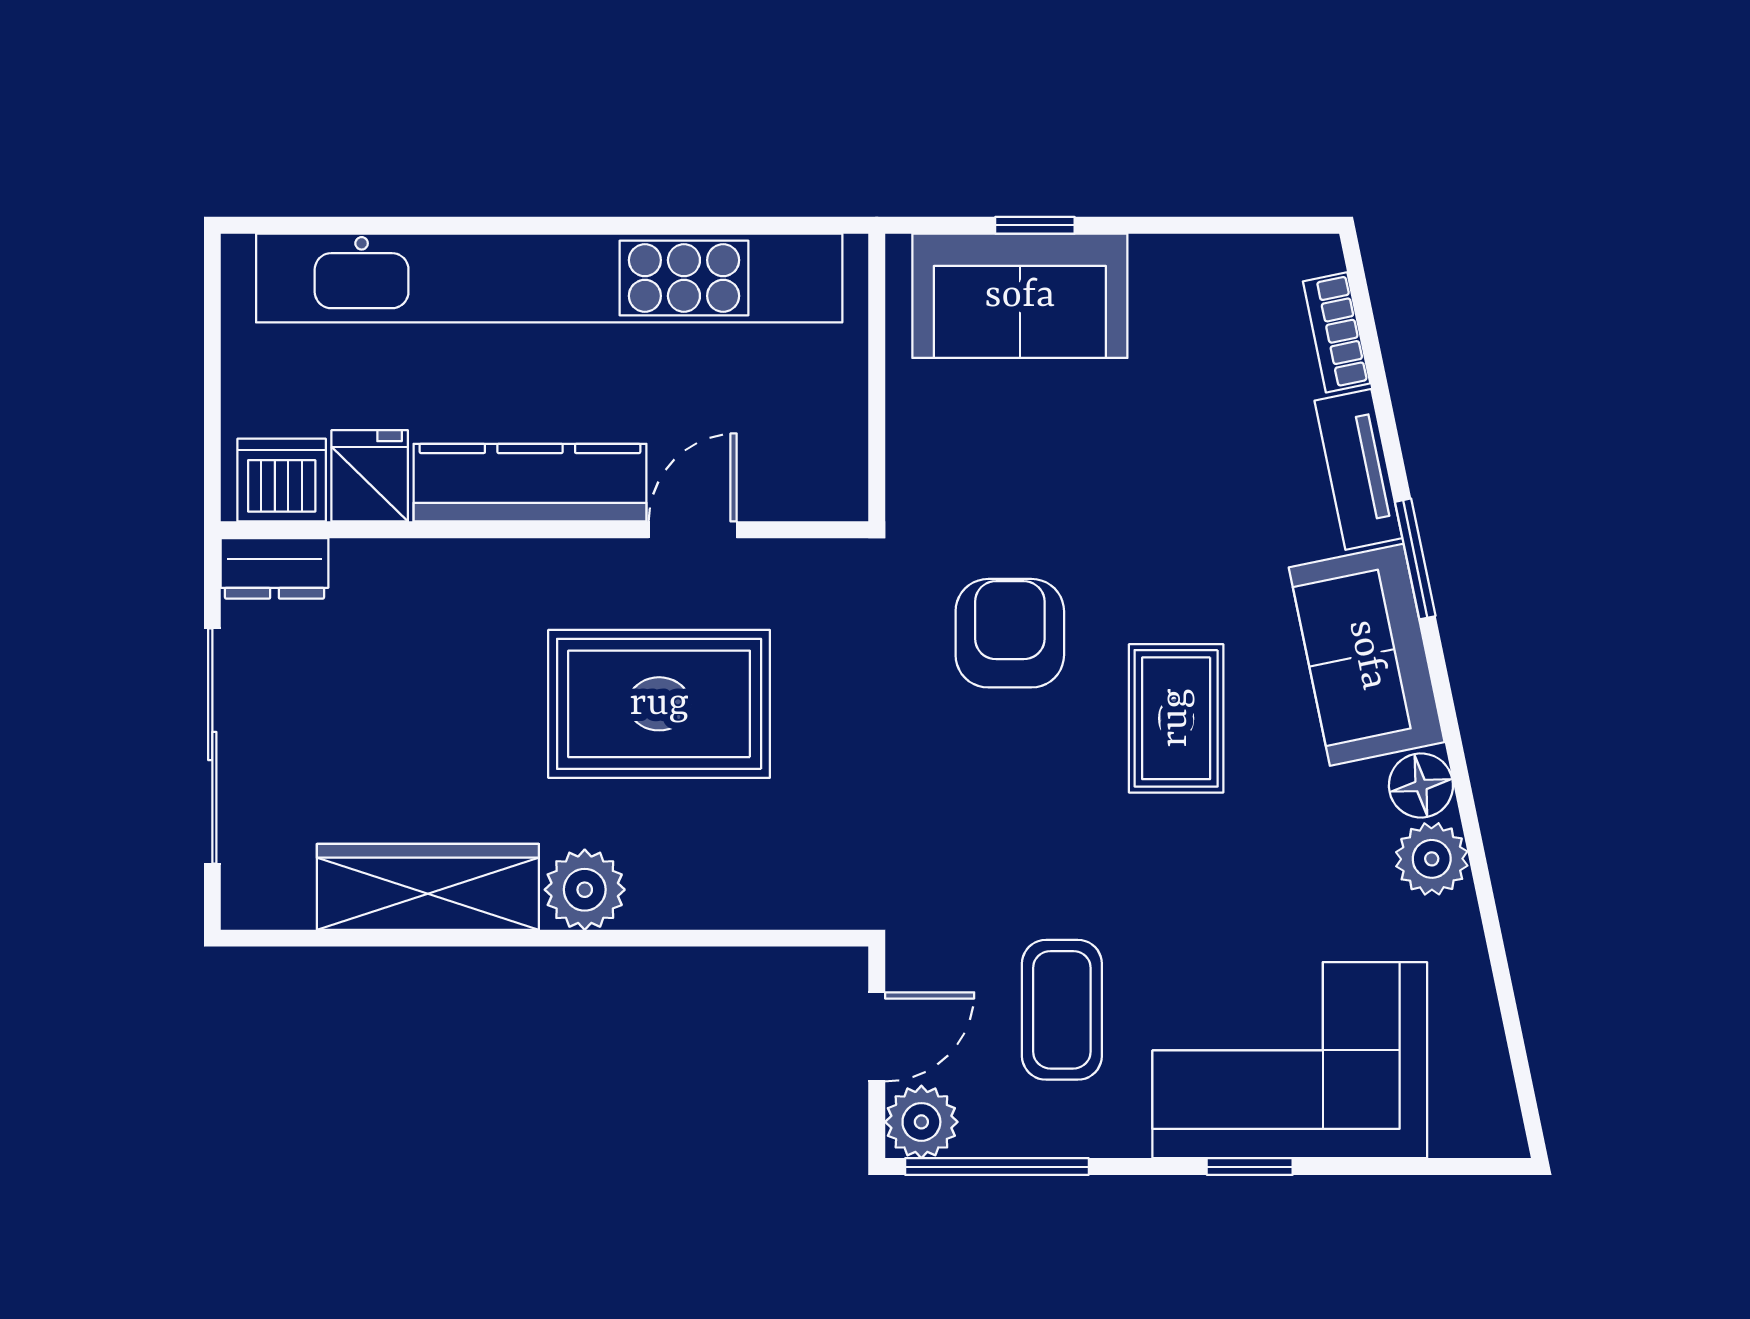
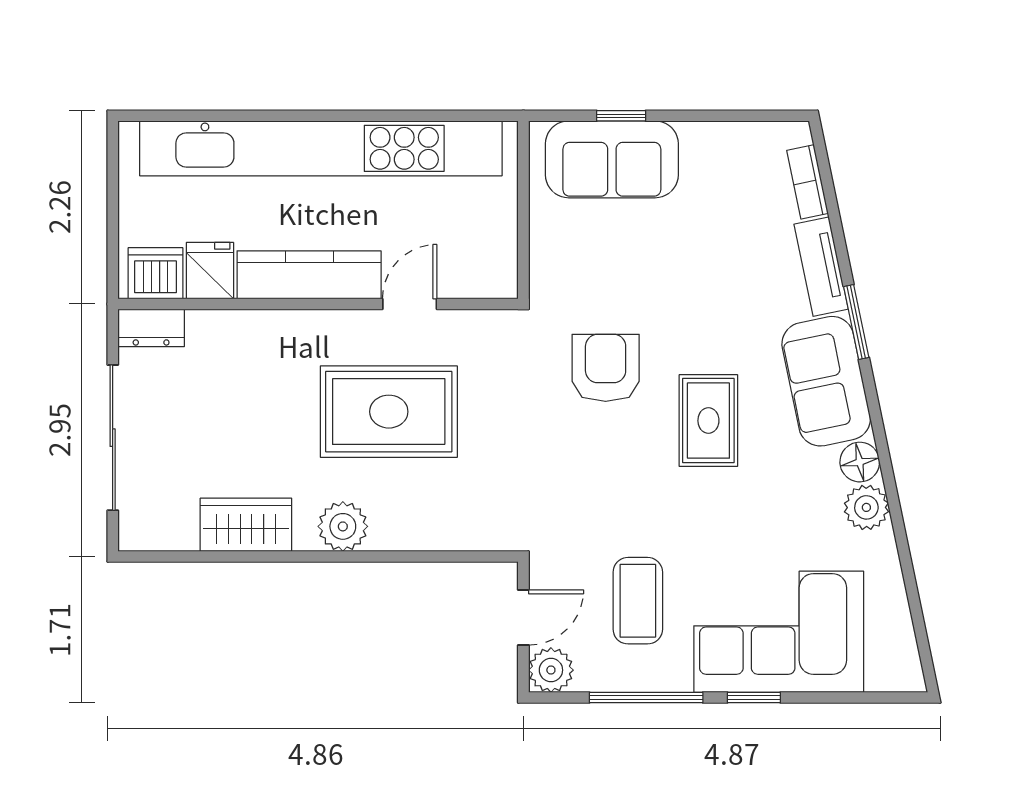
wardrobe: (428, 887) -> (246, 525), width x0.67
window: (997, 1167) -> (646, 698), moved

